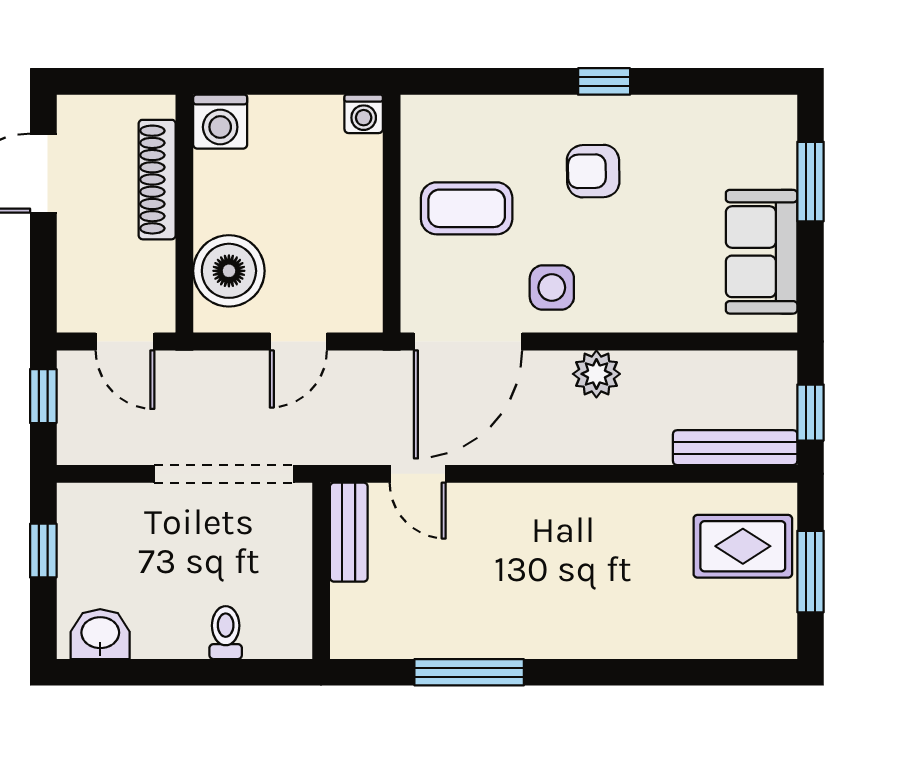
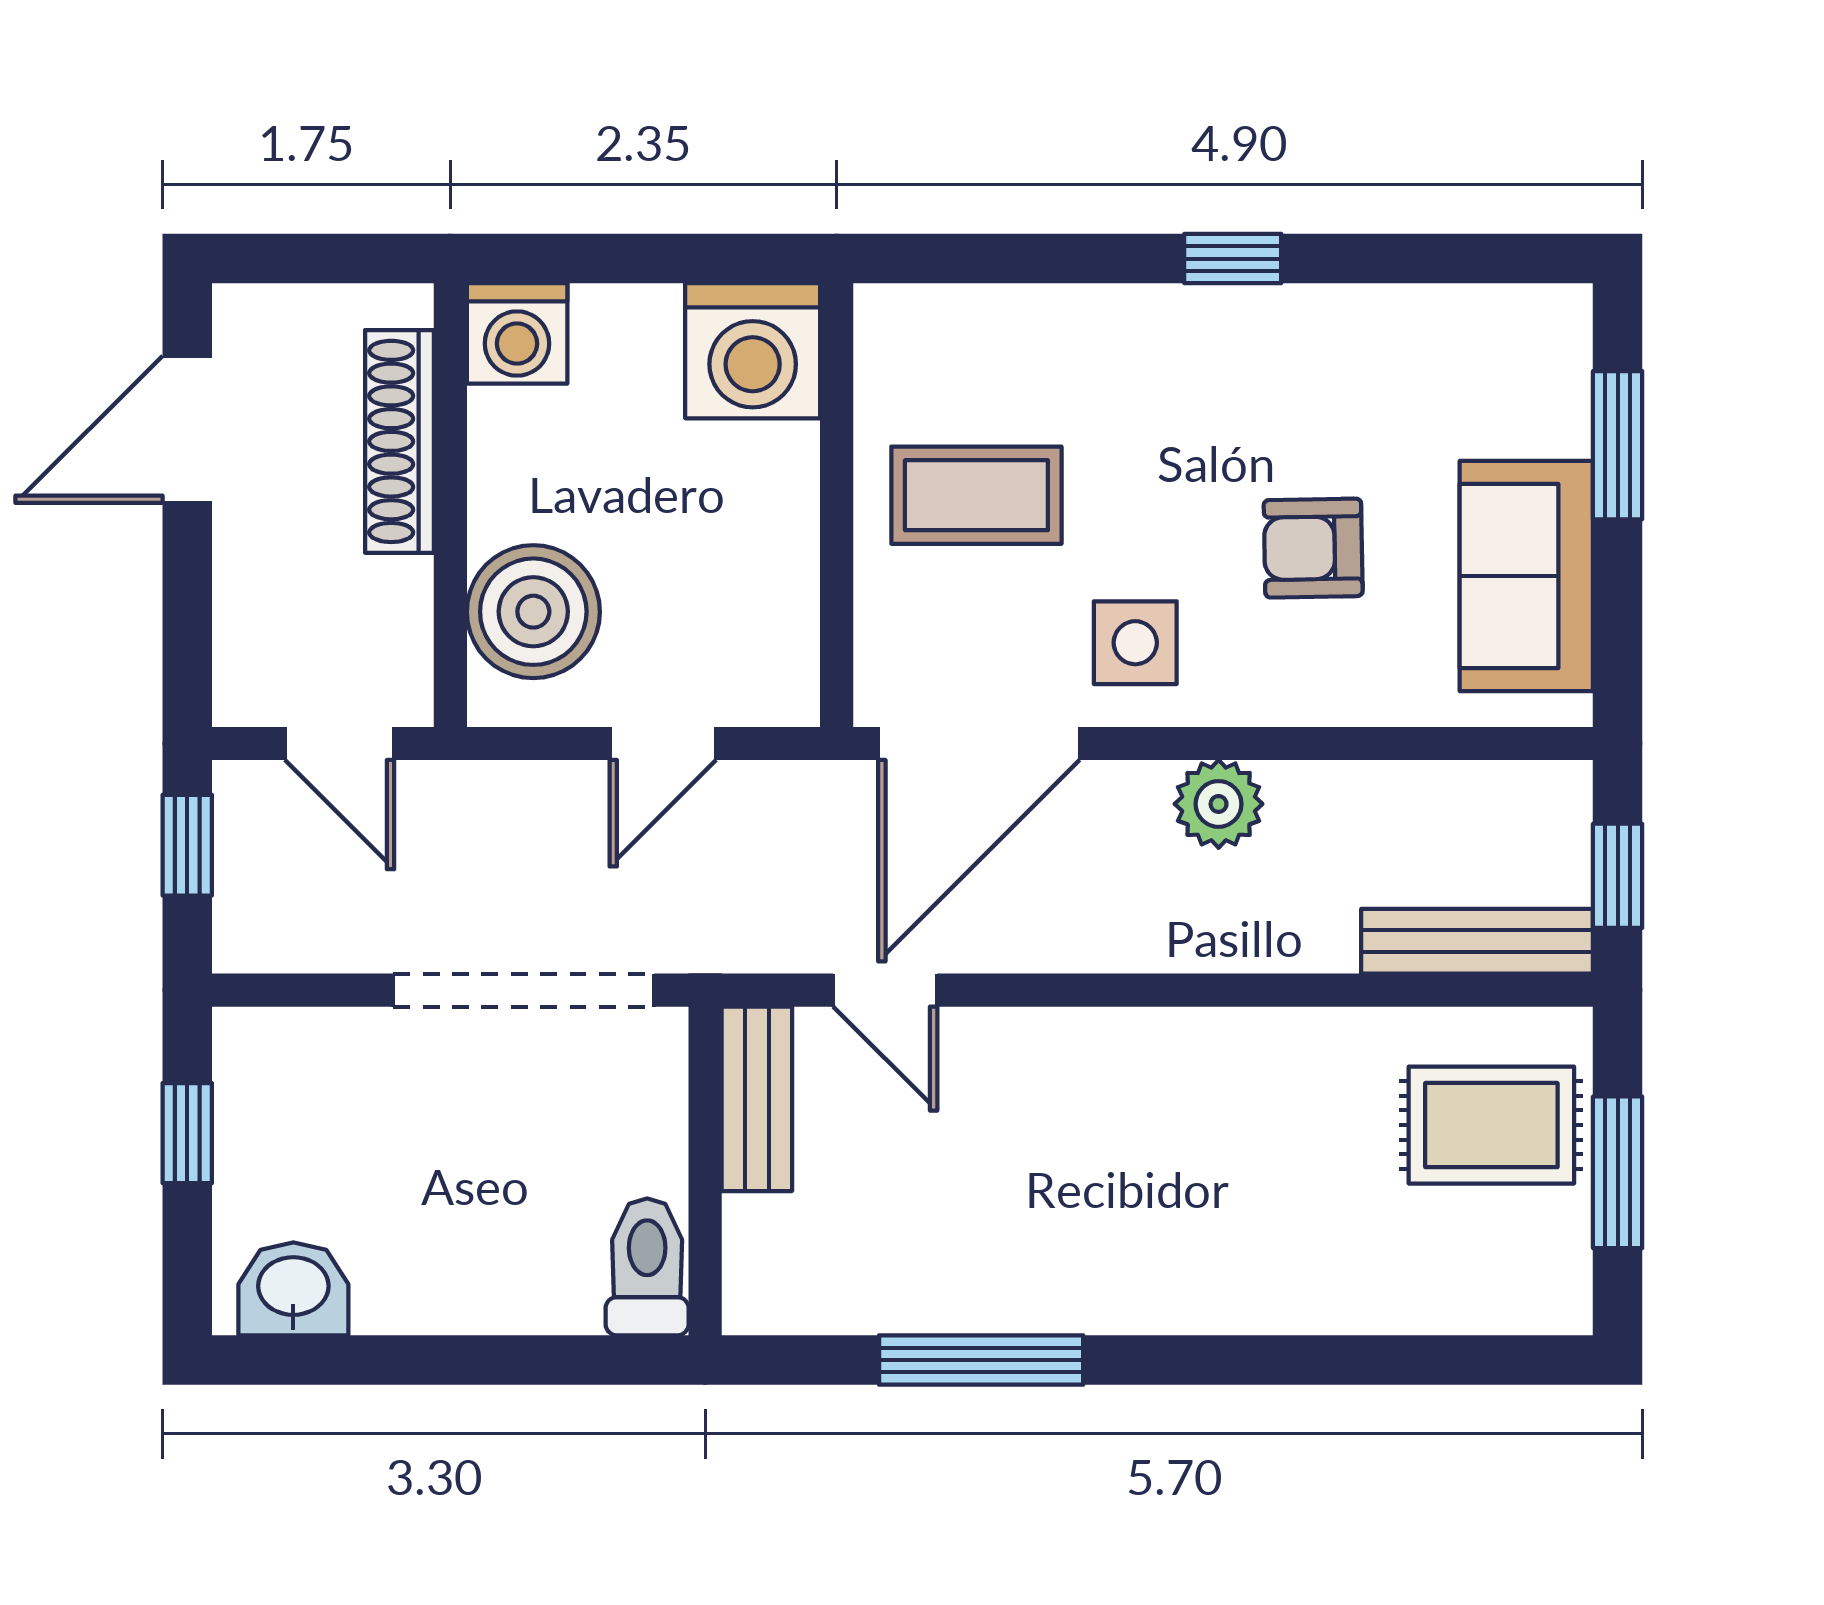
washing machine: (364, 114) -> (753, 351), width x1.89, depth x1.89
armchair: (593, 171) -> (1313, 548), moved
toilet: (226, 633) -> (647, 1267), moved, width x1.37, depth x1.39

